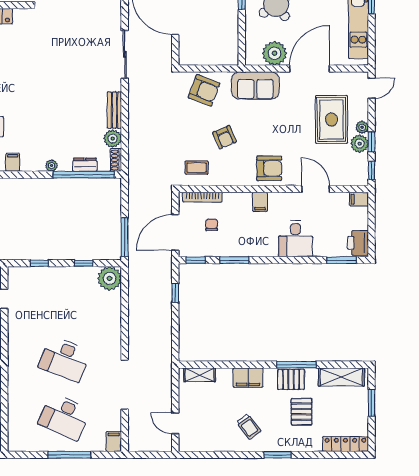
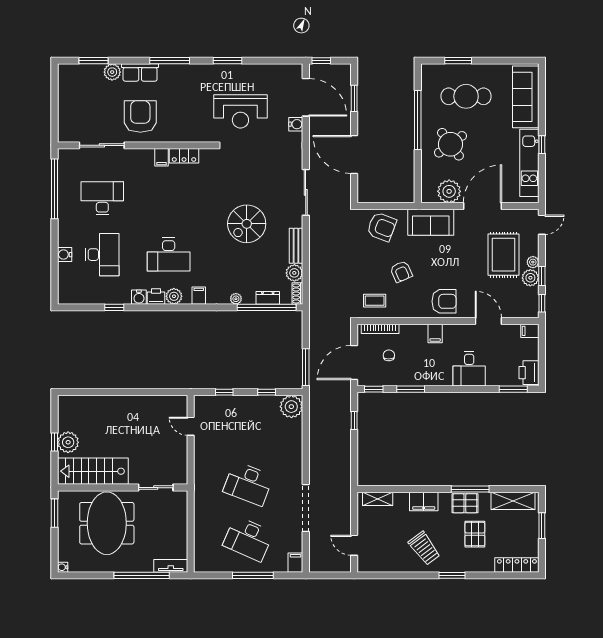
spiral stairs: (63, 87) -> (247, 224), added
trolley: (249, 427) -> (424, 548), width x1.36, depth x1.39

